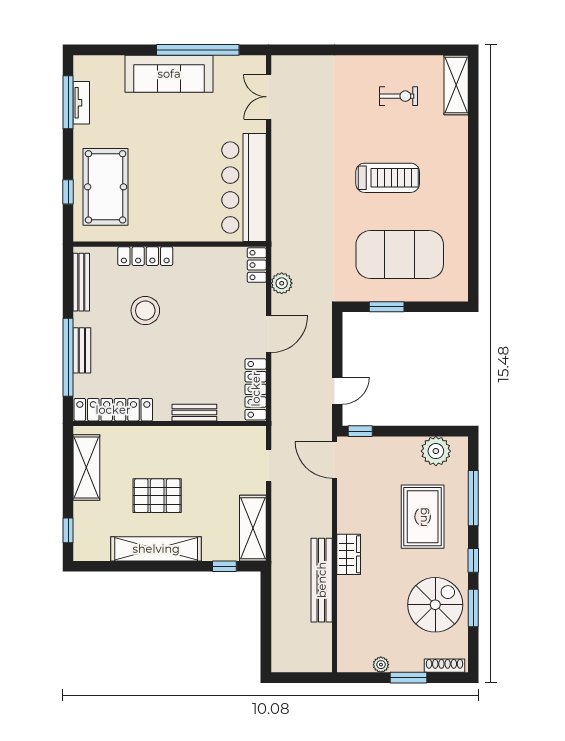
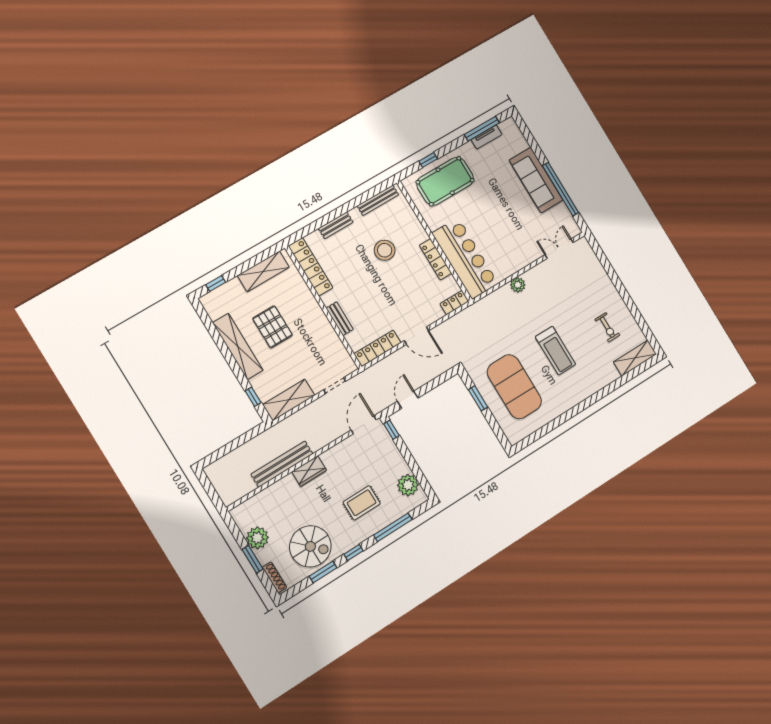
bar counter: (244, 188) -> (465, 258), moved, turned 90
locker: (145, 256) -> (436, 259), moved
plant: (282, 283) -> (518, 285), moved
window: (68, 357) -> (326, 219), removed
door: (337, 391) -> (408, 400), swing flipped
rug: (423, 517) -> (362, 503), width x0.73, depth x0.70
plant: (381, 665) -> (257, 538), width x1.88, depth x1.88

